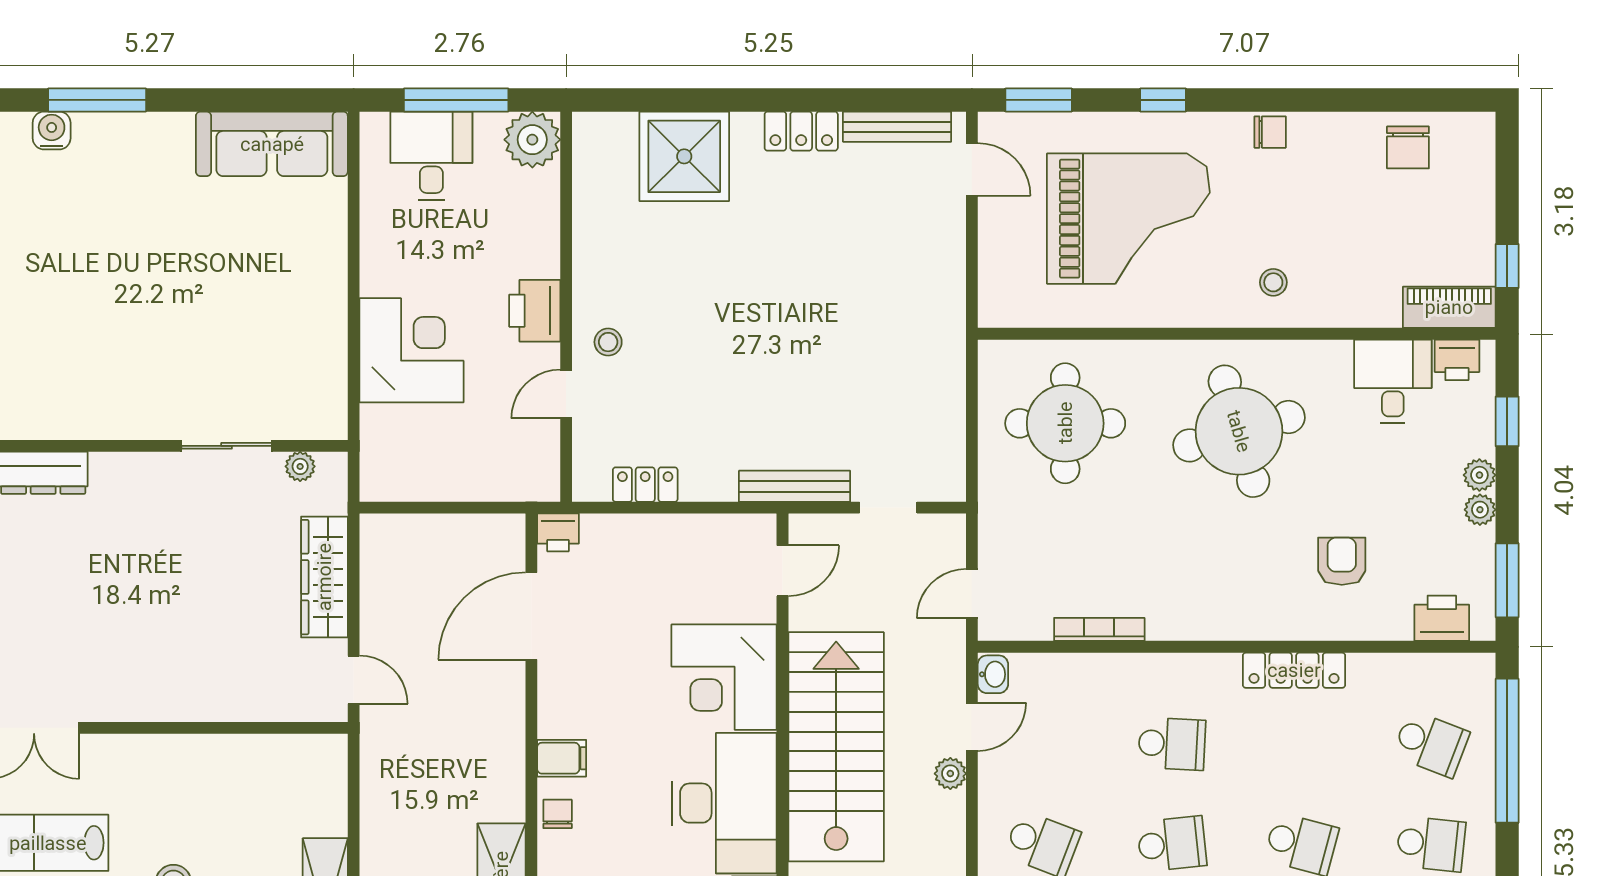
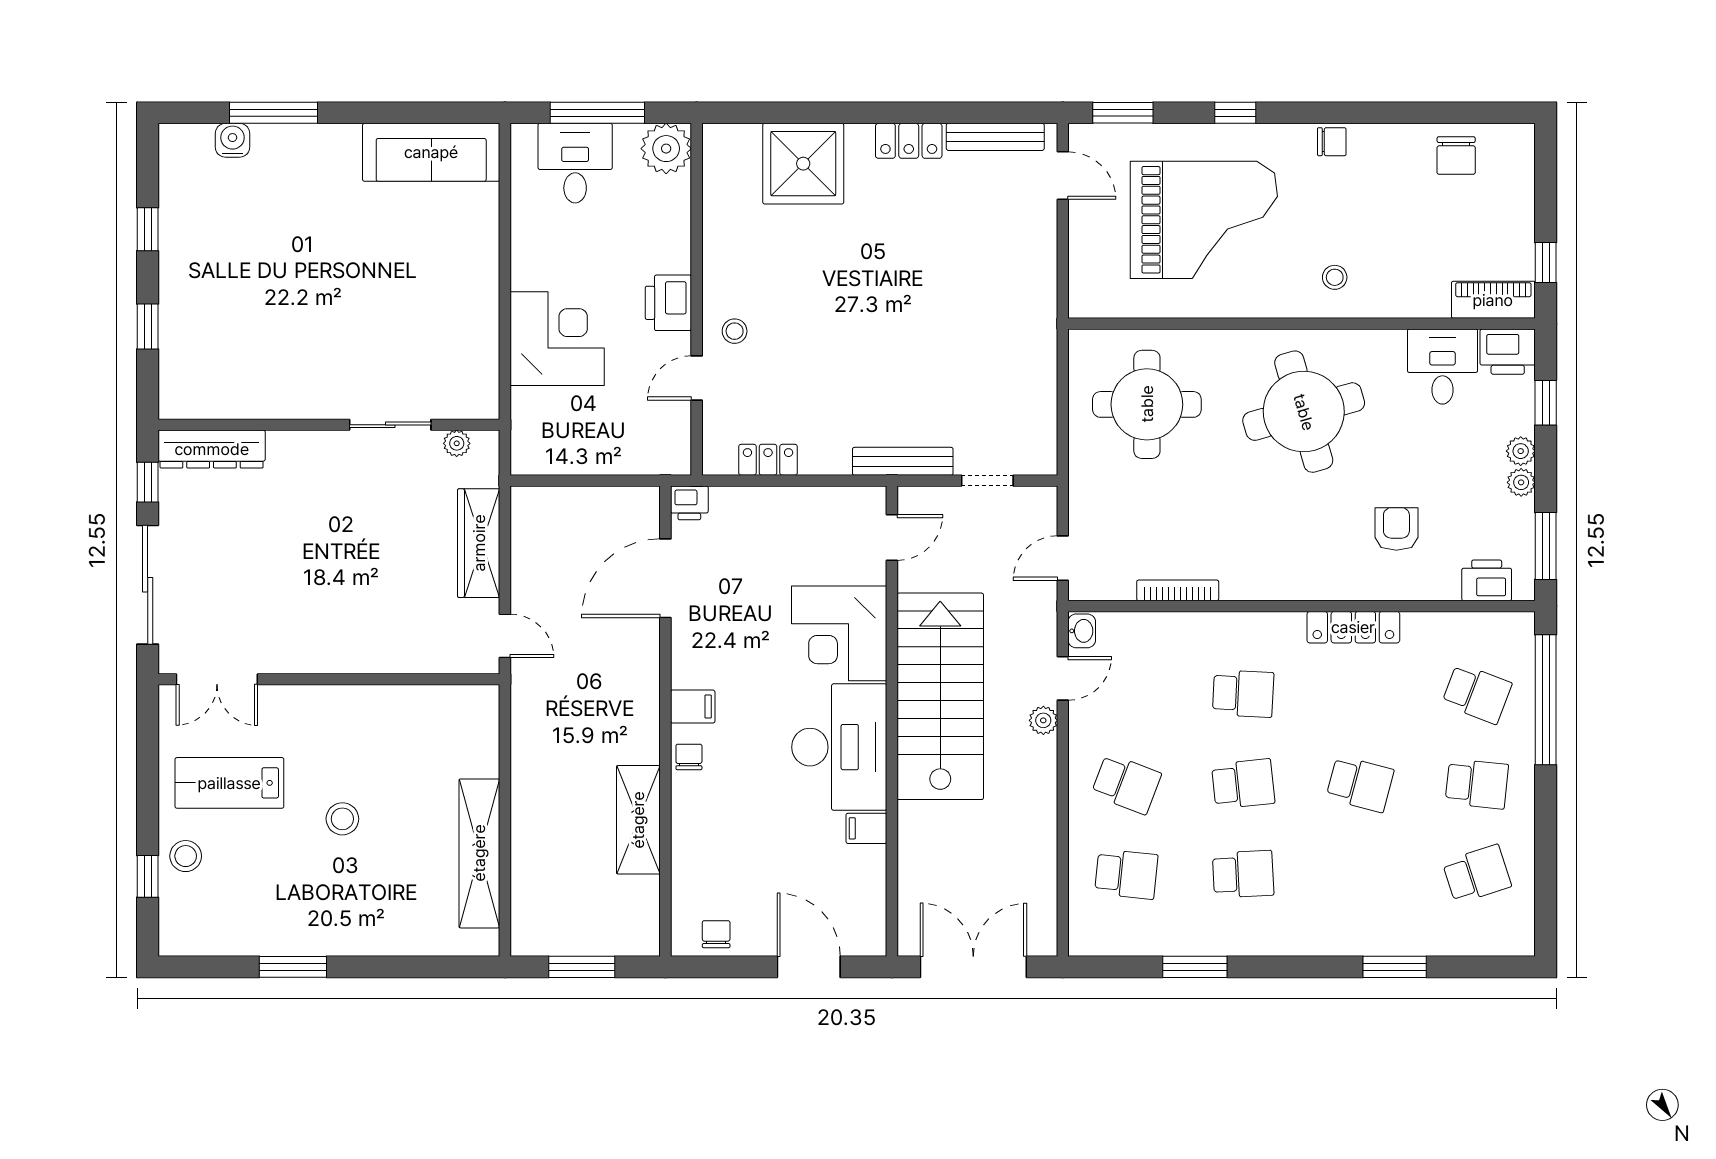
printer: (1457, 360) -> (1508, 352), width x1.36, depth x1.24

